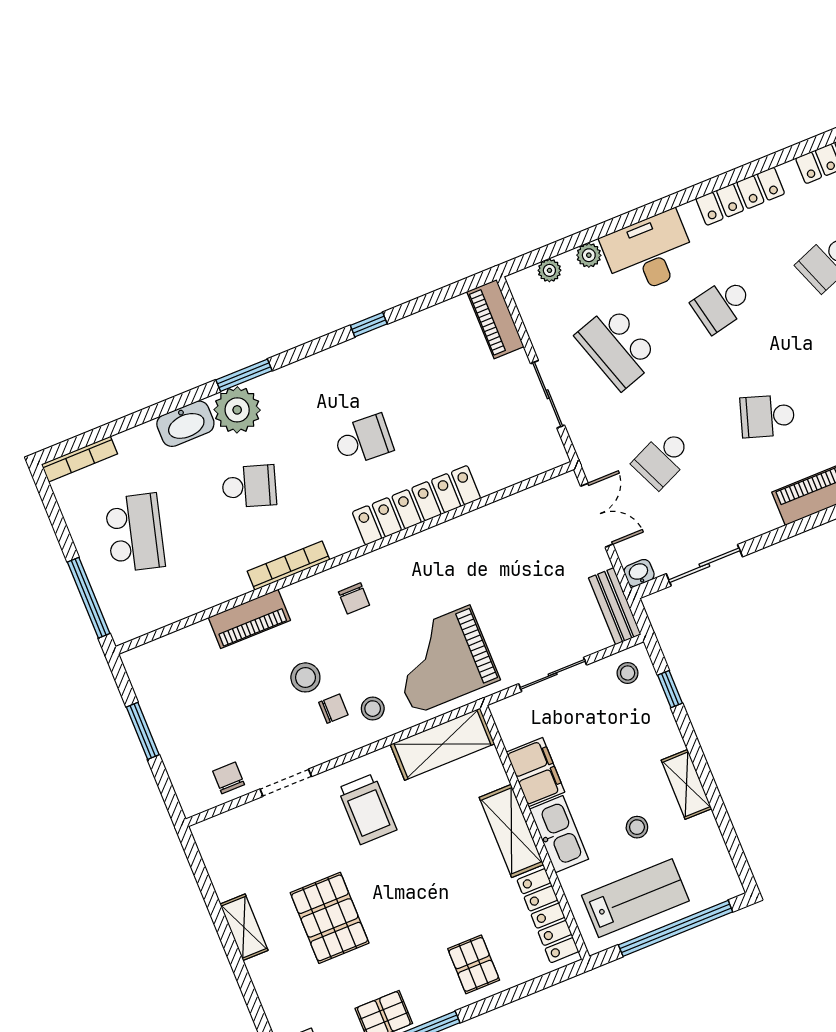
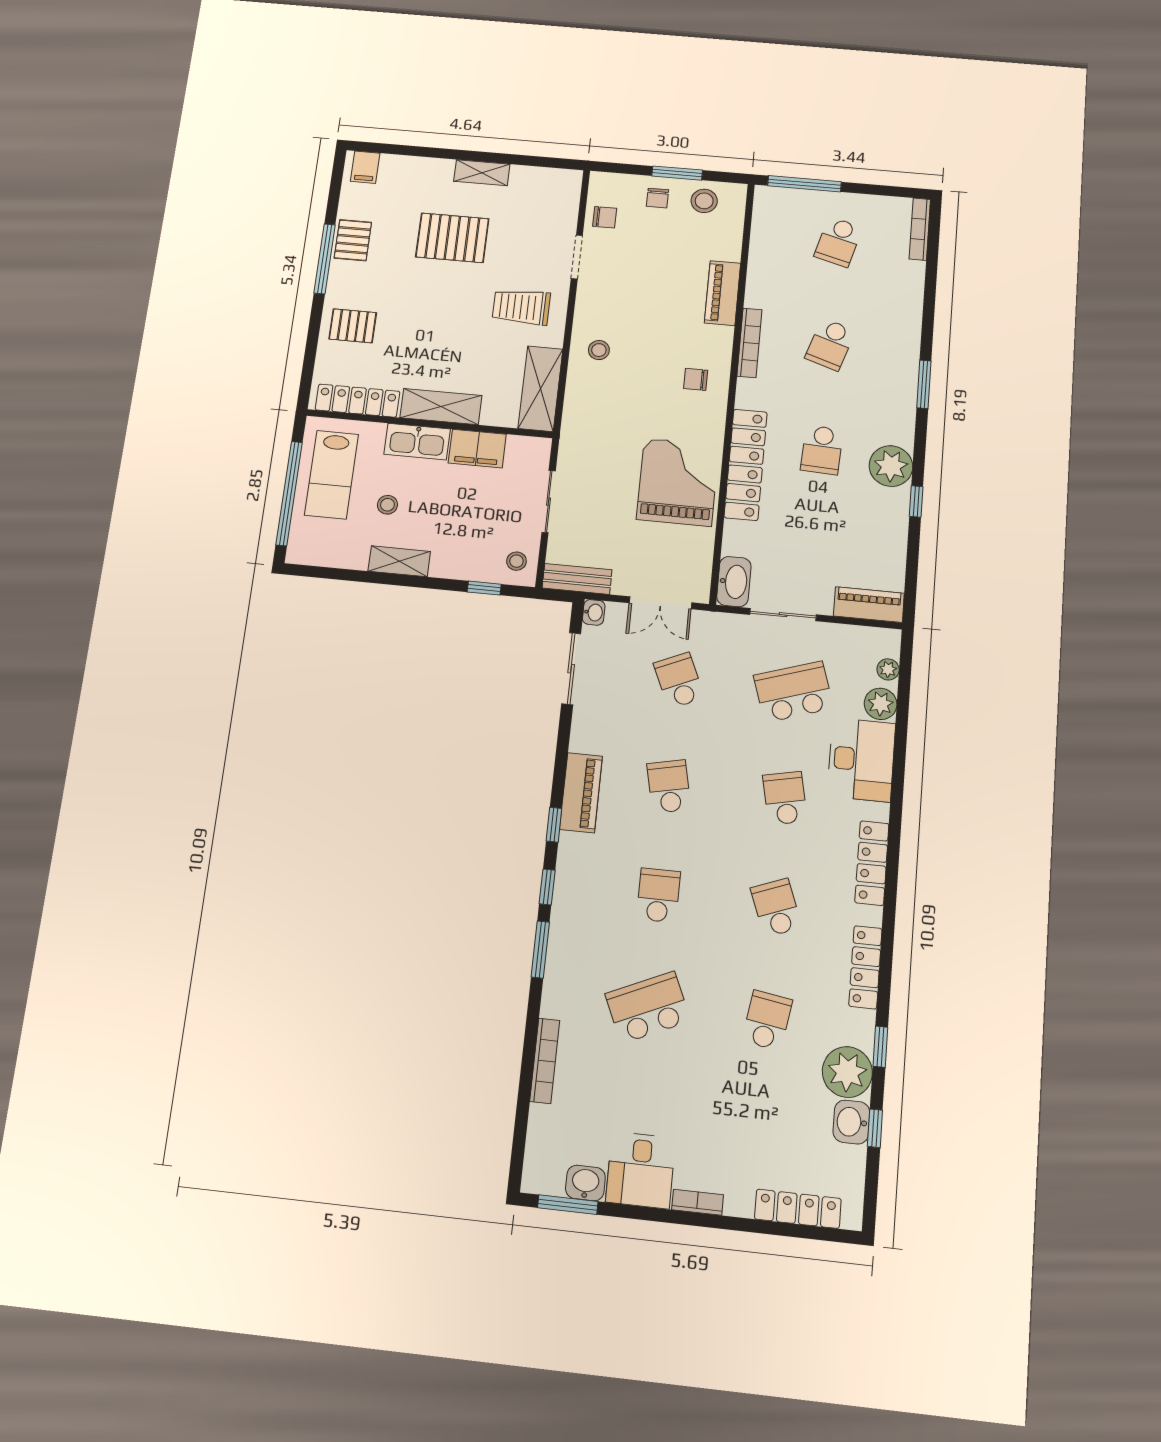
plant: (589, 255) -> (881, 704), width x1.38, depth x1.38
plant: (237, 410) -> (891, 466), moved
school desk: (767, 416) -> (669, 786), turned -30
washbasin: (185, 424) -> (734, 582), moved, turned 180
school desk: (135, 533) -> (838, 242), width x0.54
grand piano: (442, 660) -> (678, 482), moved
stool: (305, 677) -> (704, 201), moved
chair: (333, 709) -> (657, 198), moved

